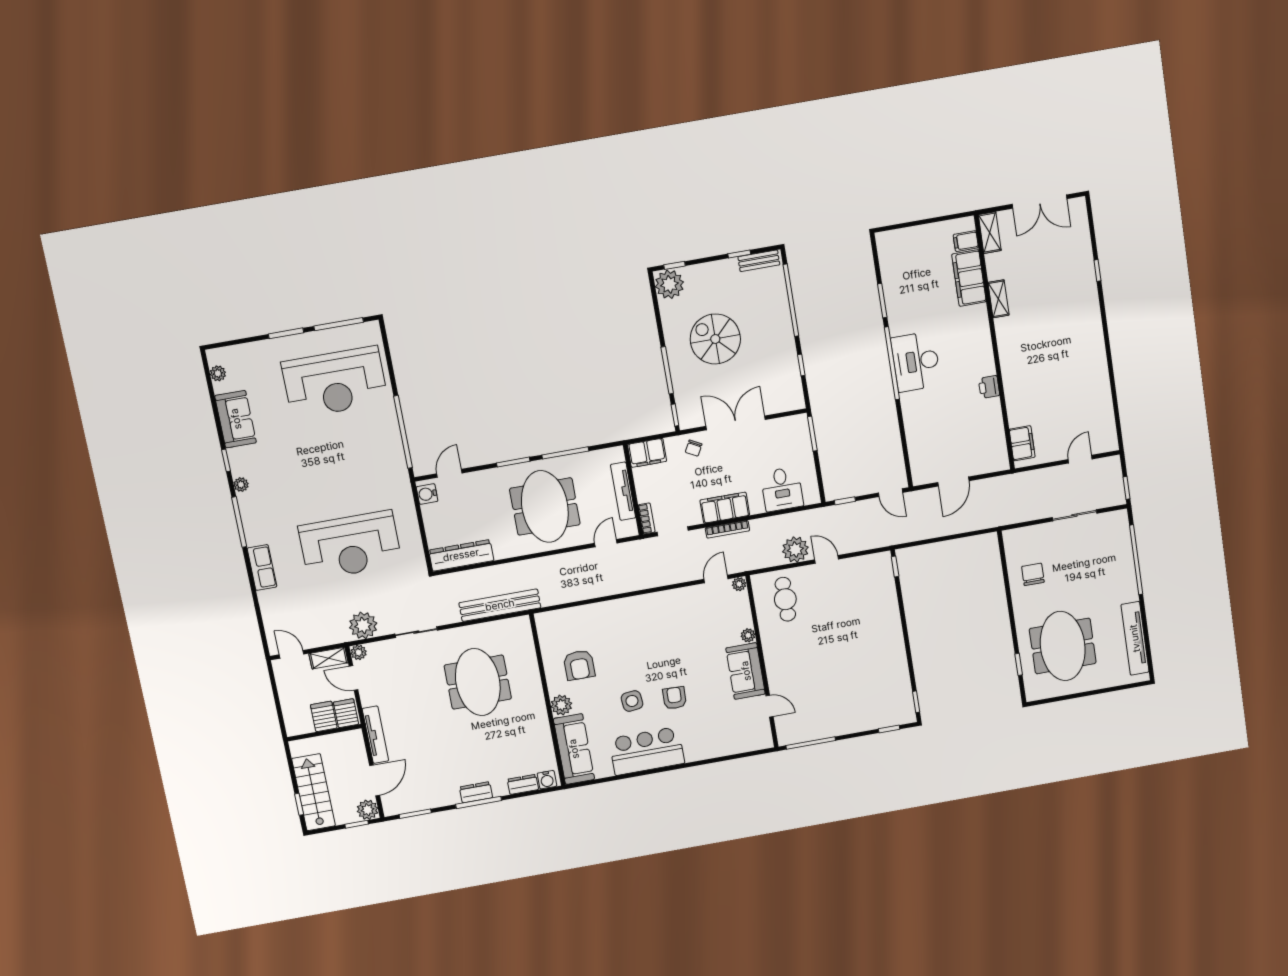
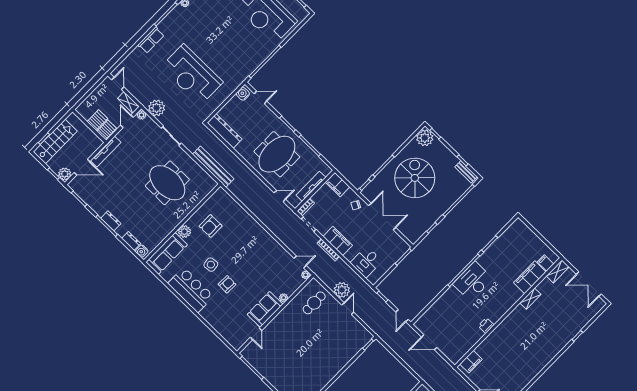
spiral stairs: (715, 339) -> (415, 178), width x1.37, depth x1.37
meeting table: (478, 682) -> (167, 183), turned 90

